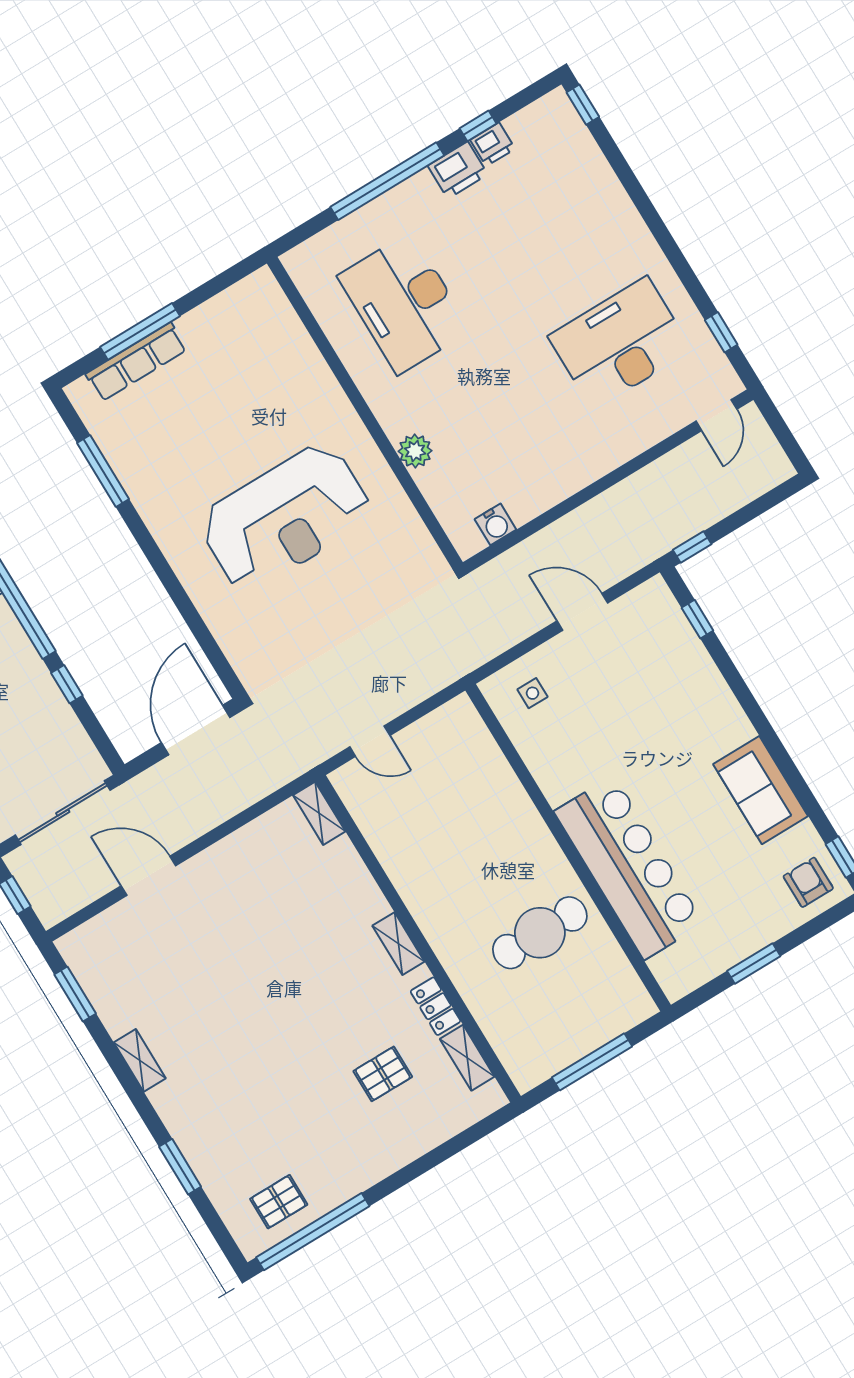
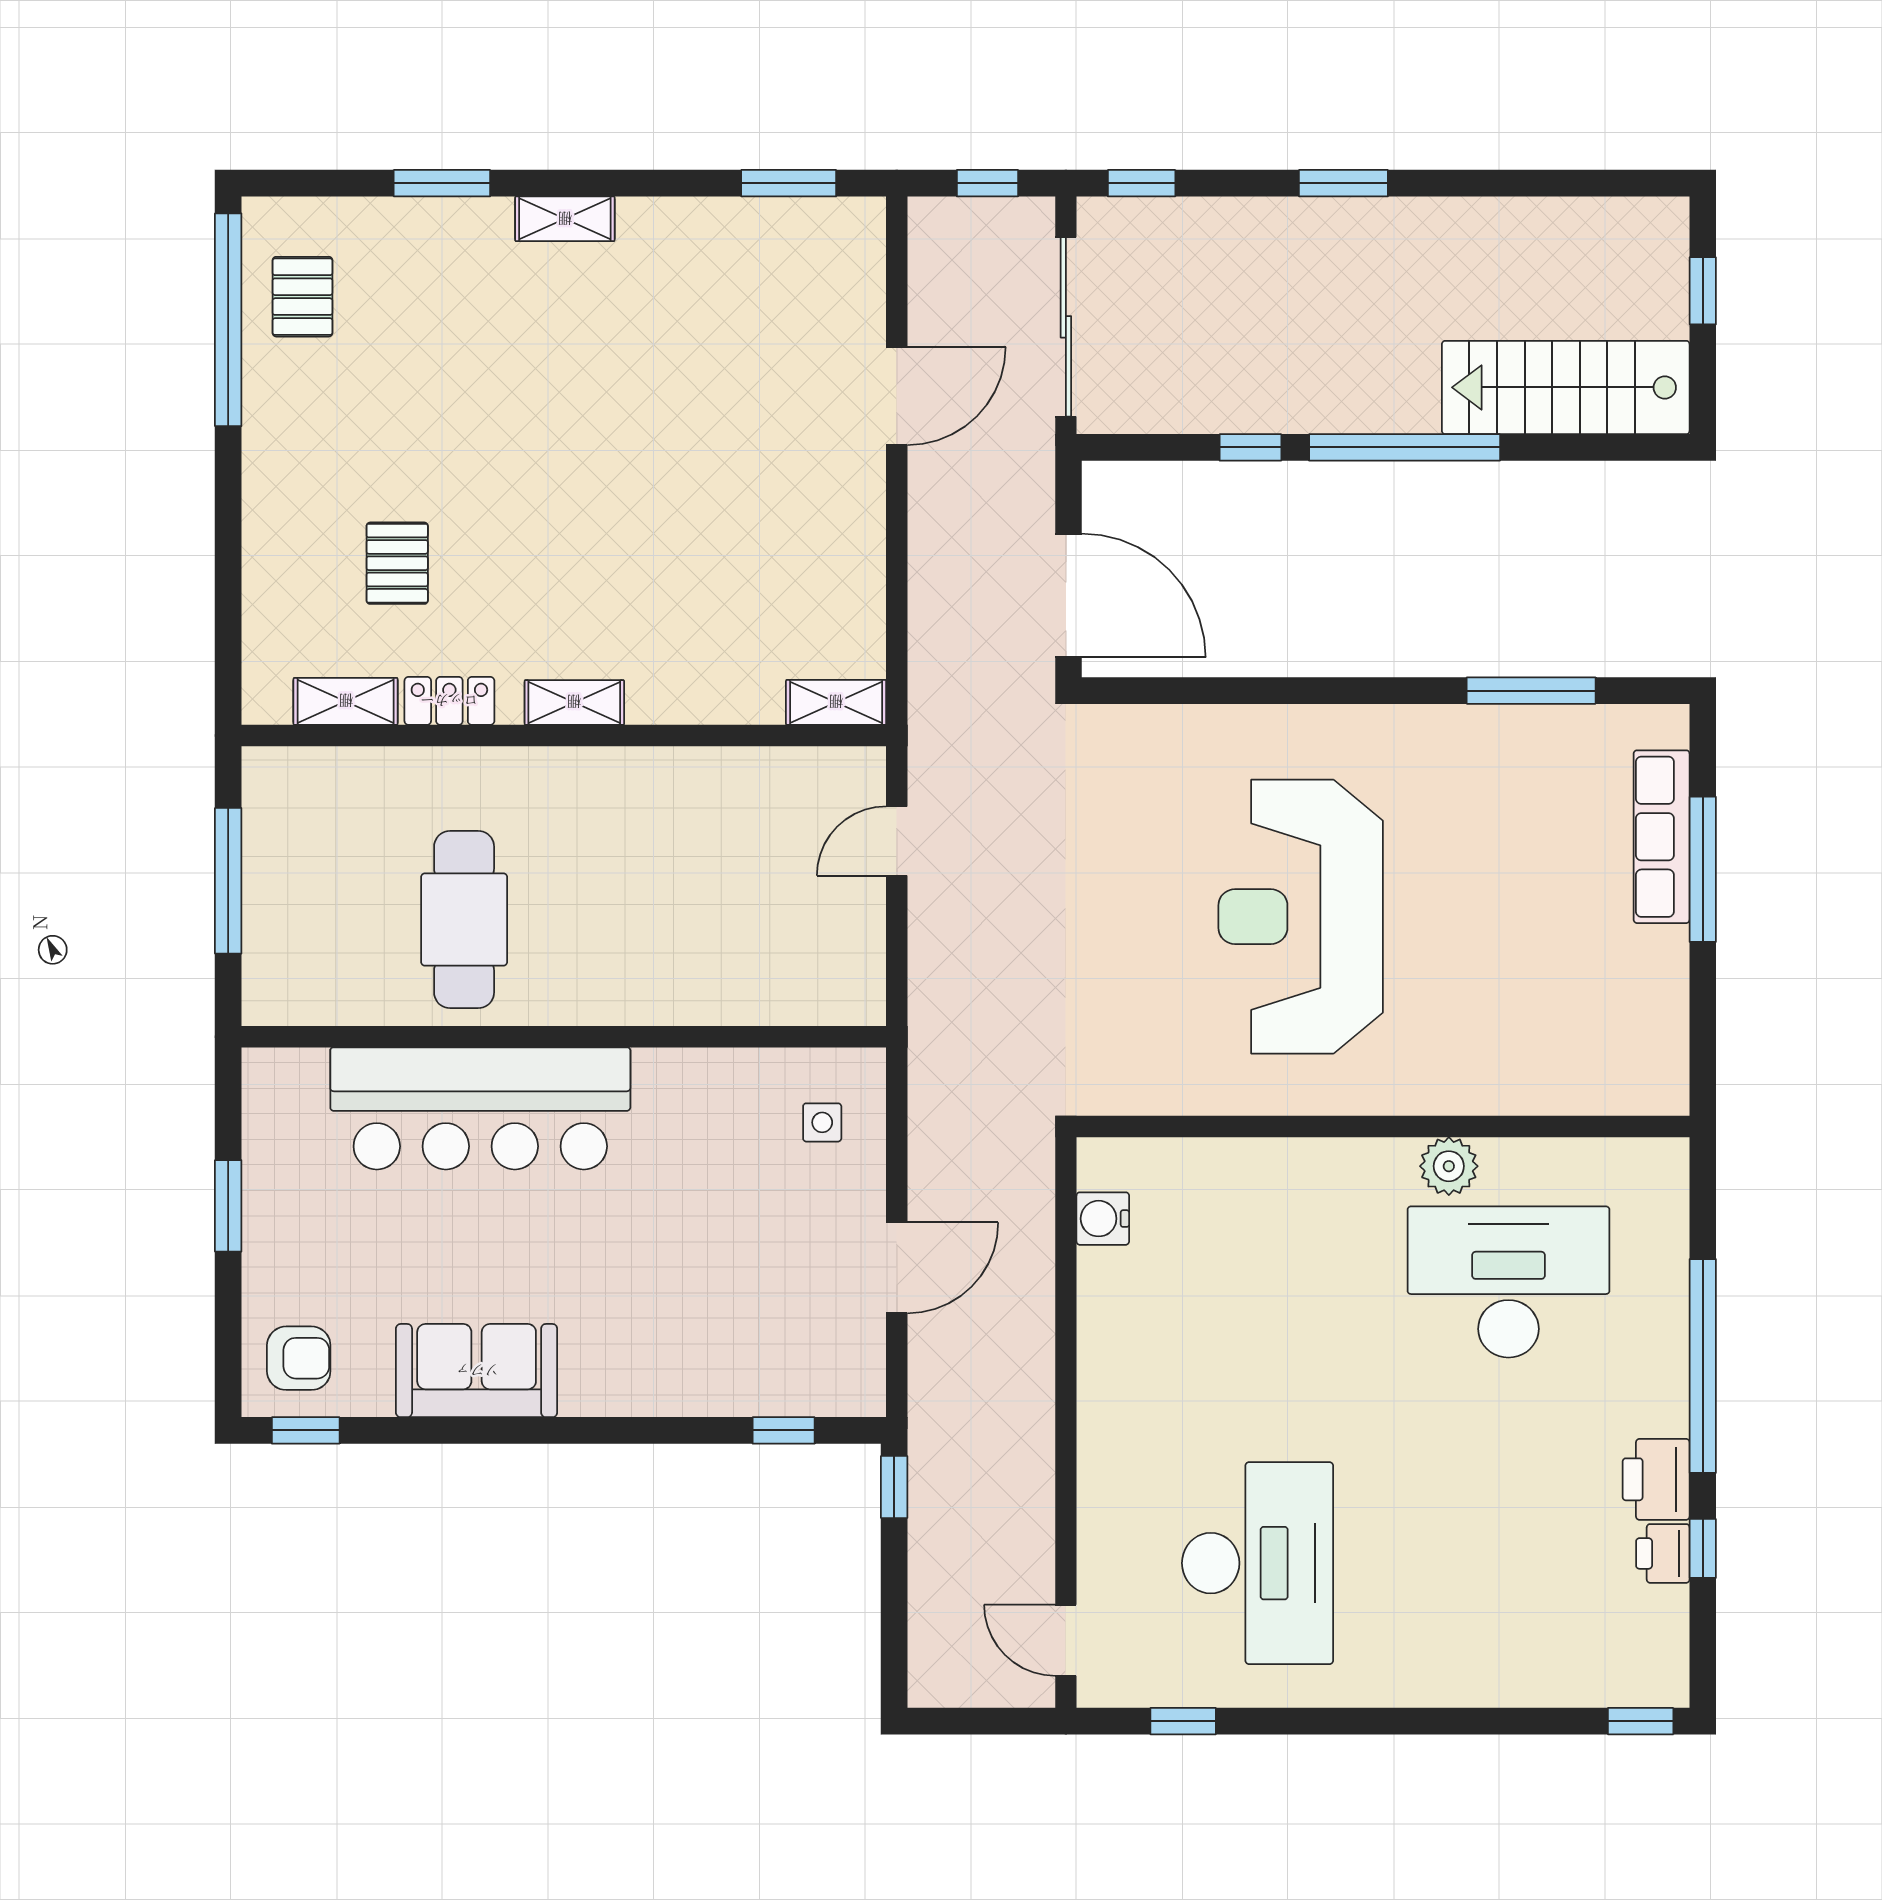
plant: (415, 451) -> (1449, 1166), moved
shelving: (140, 1060) -> (565, 219), moved

